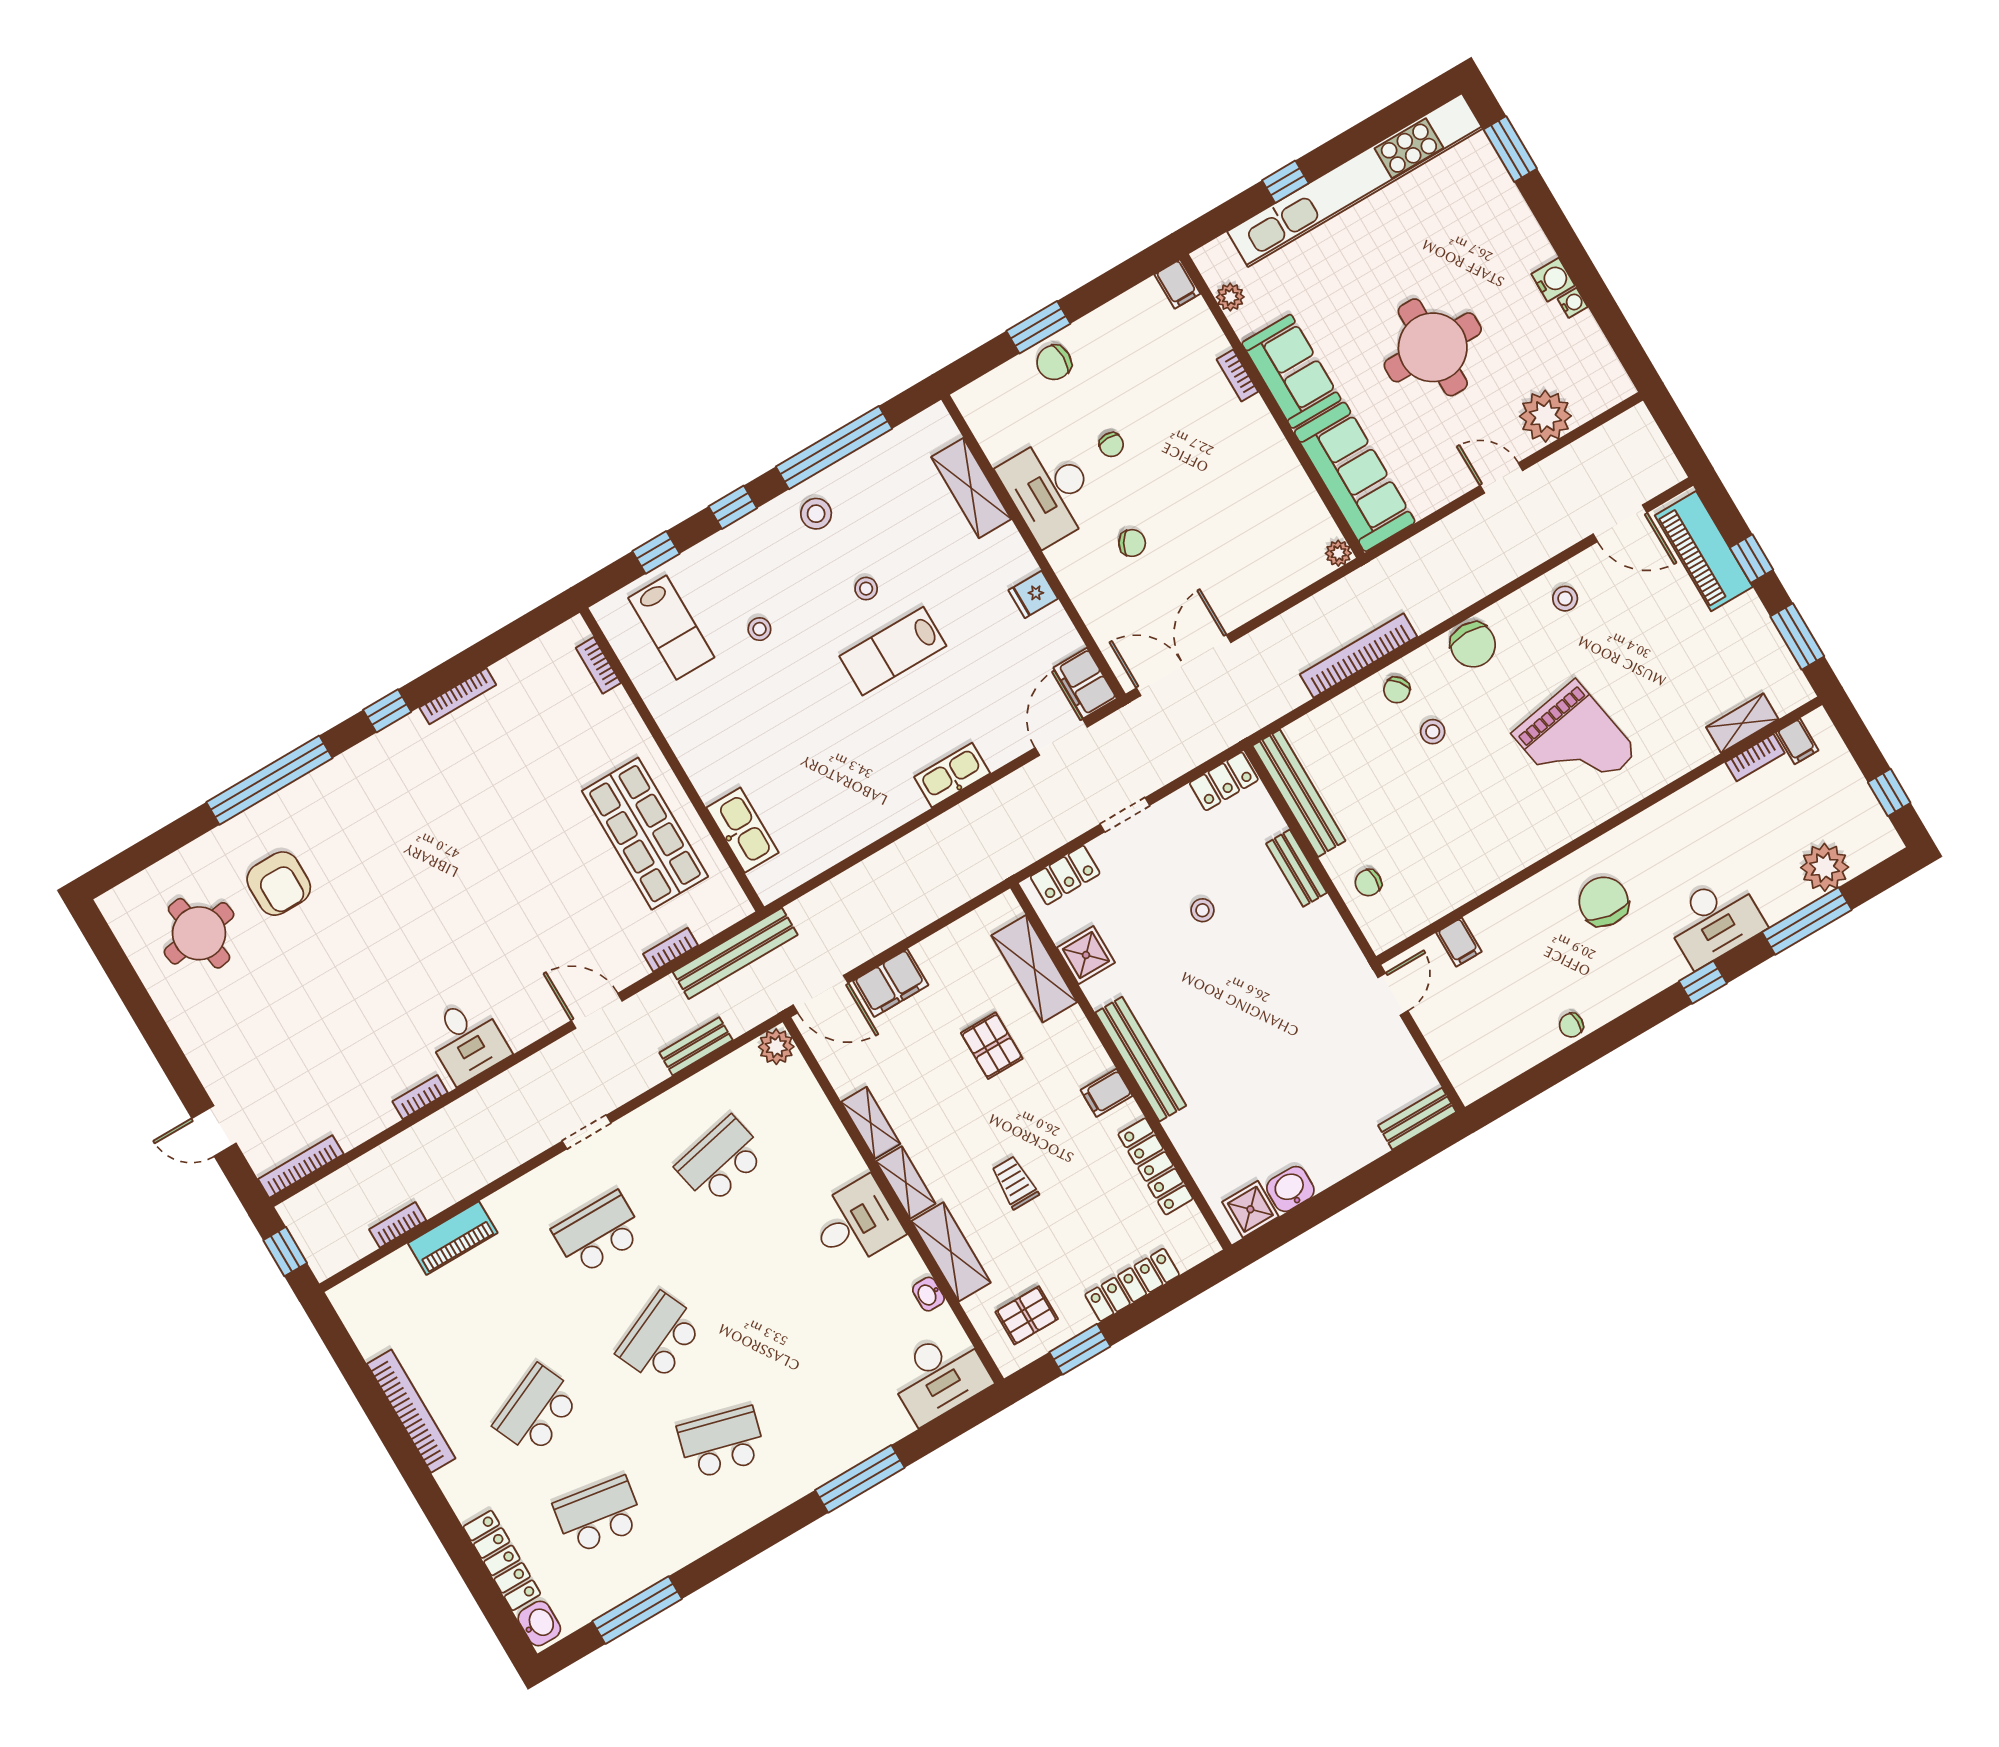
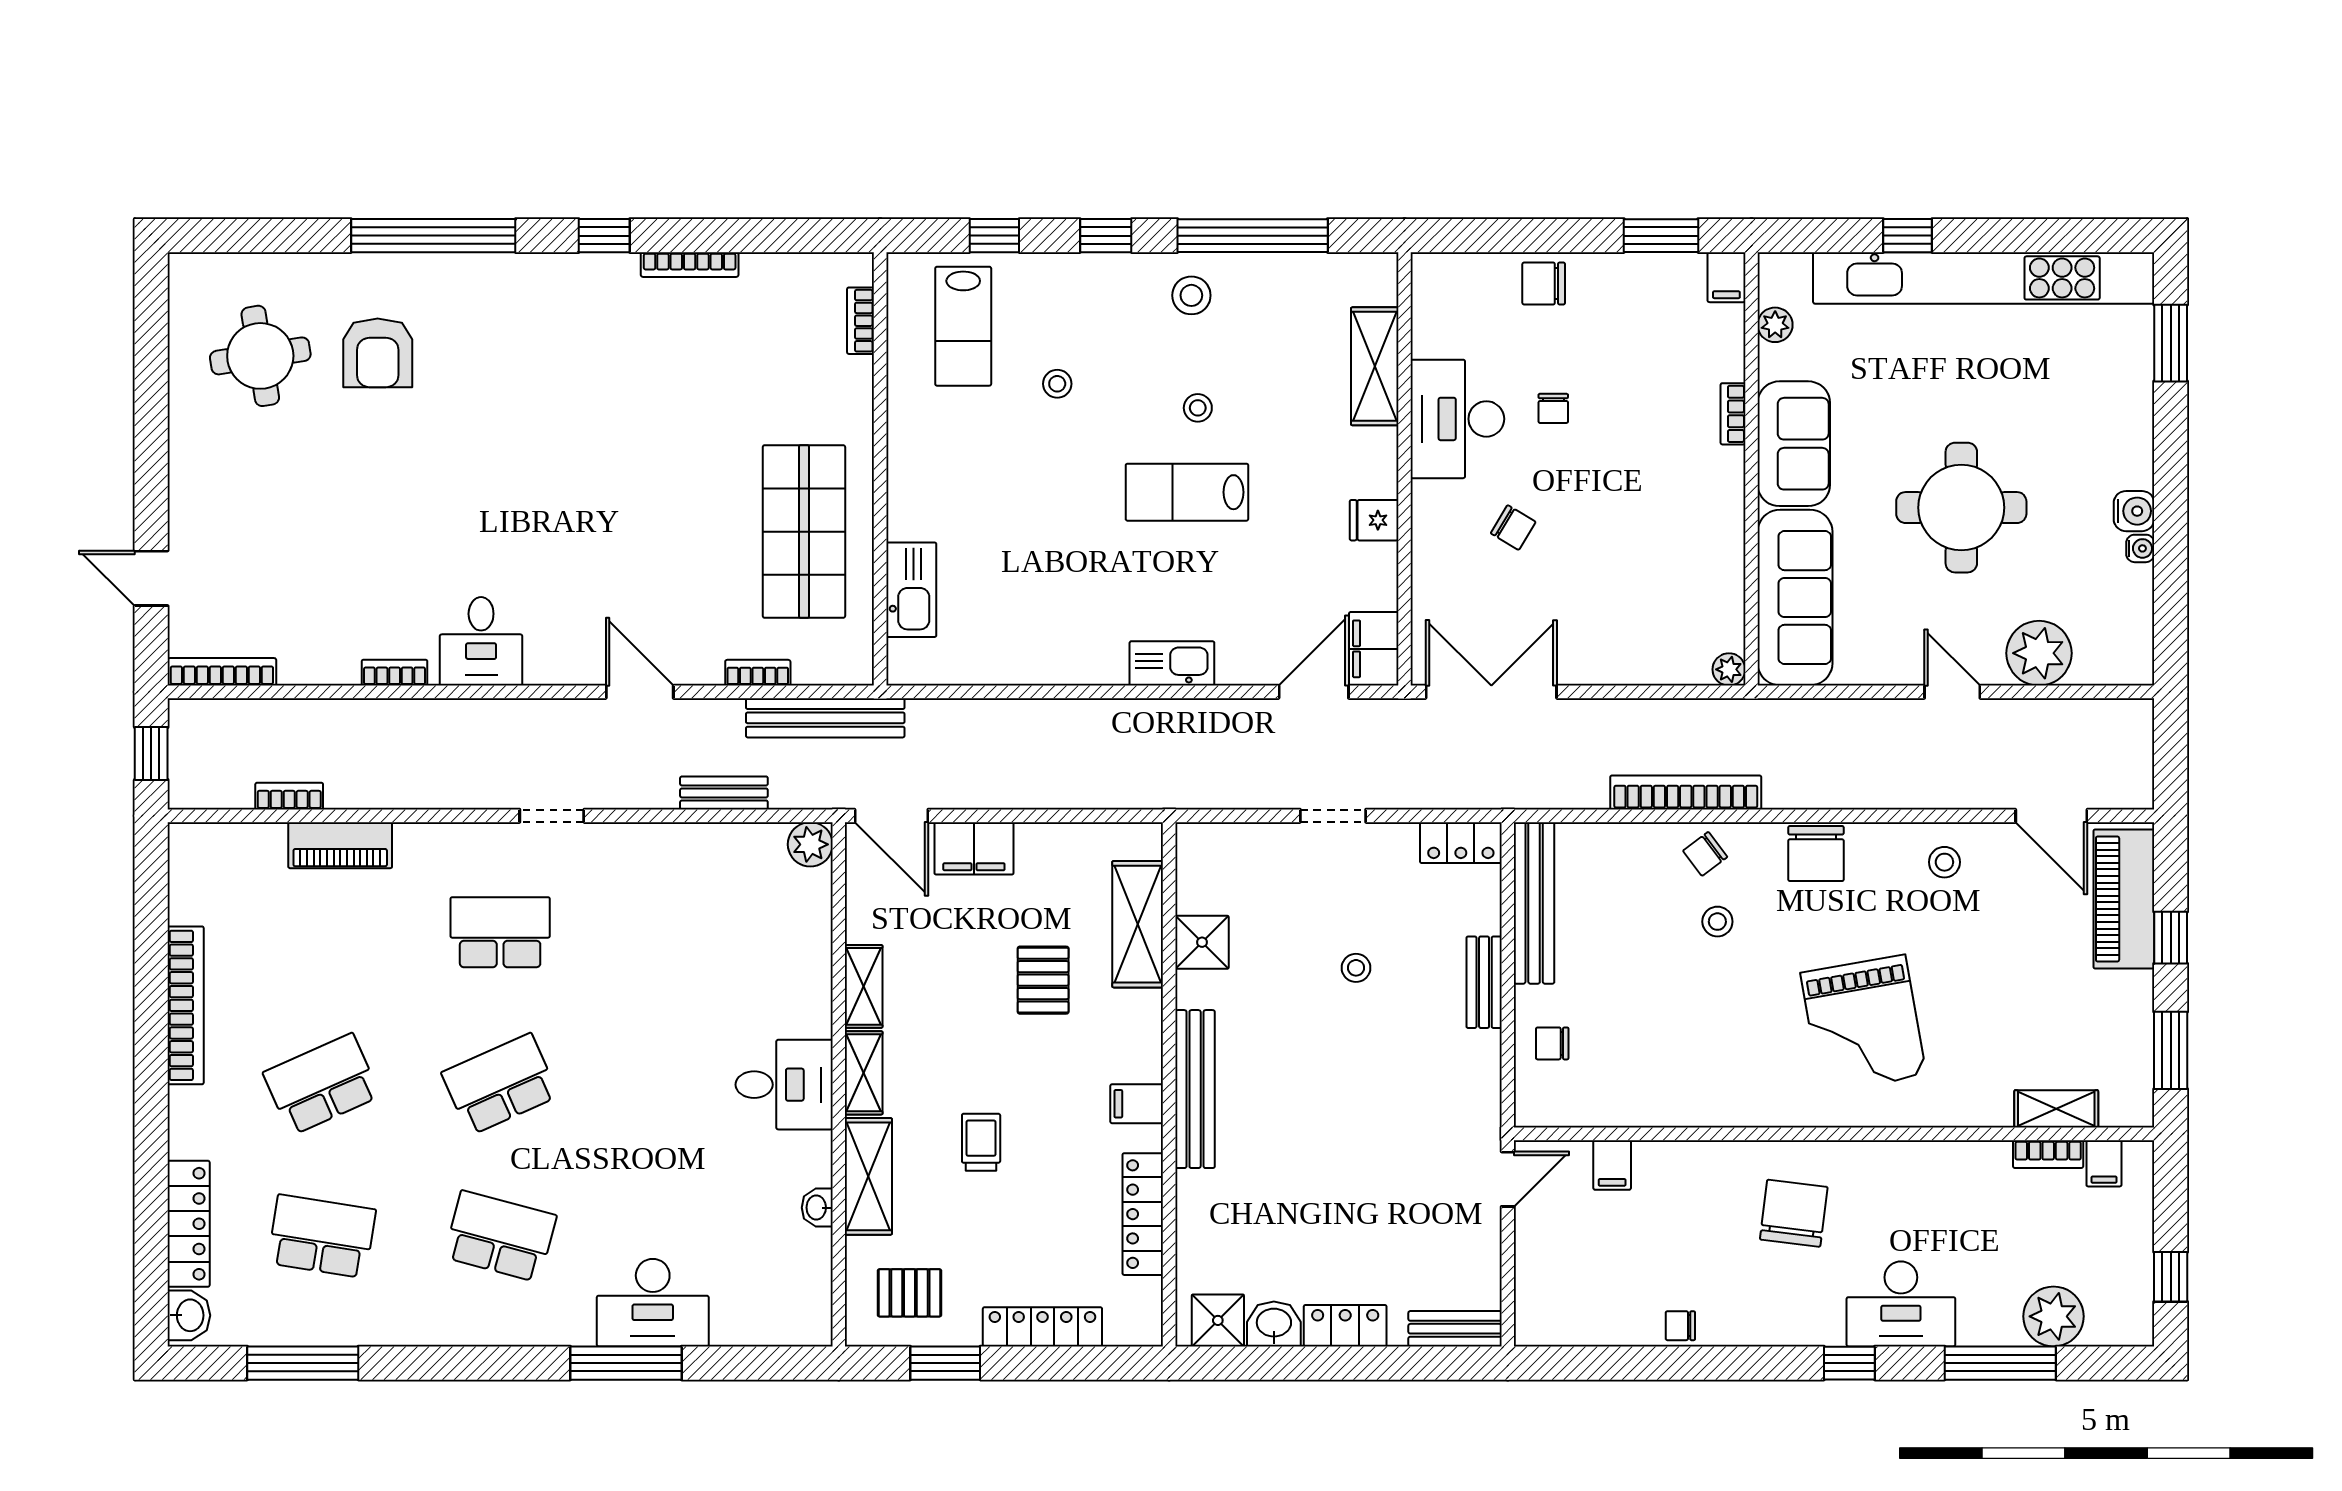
window: (1038, 327) -> (1661, 236), moved
locker: (1065, 875) -> (1345, 1326), moved, turned 180
school desk: (721, 1161) -> (679, 932), removed
desk: (939, 1376) -> (653, 1303), moved

